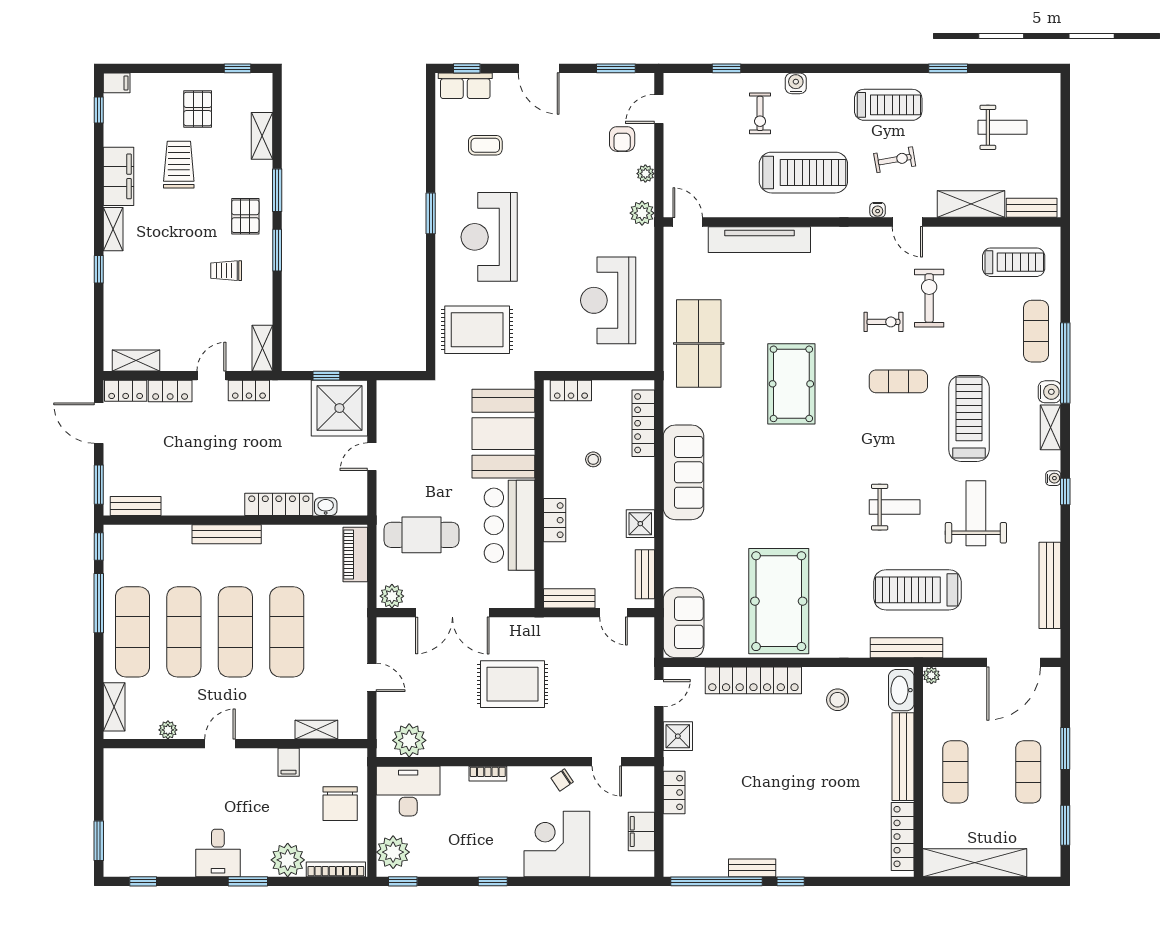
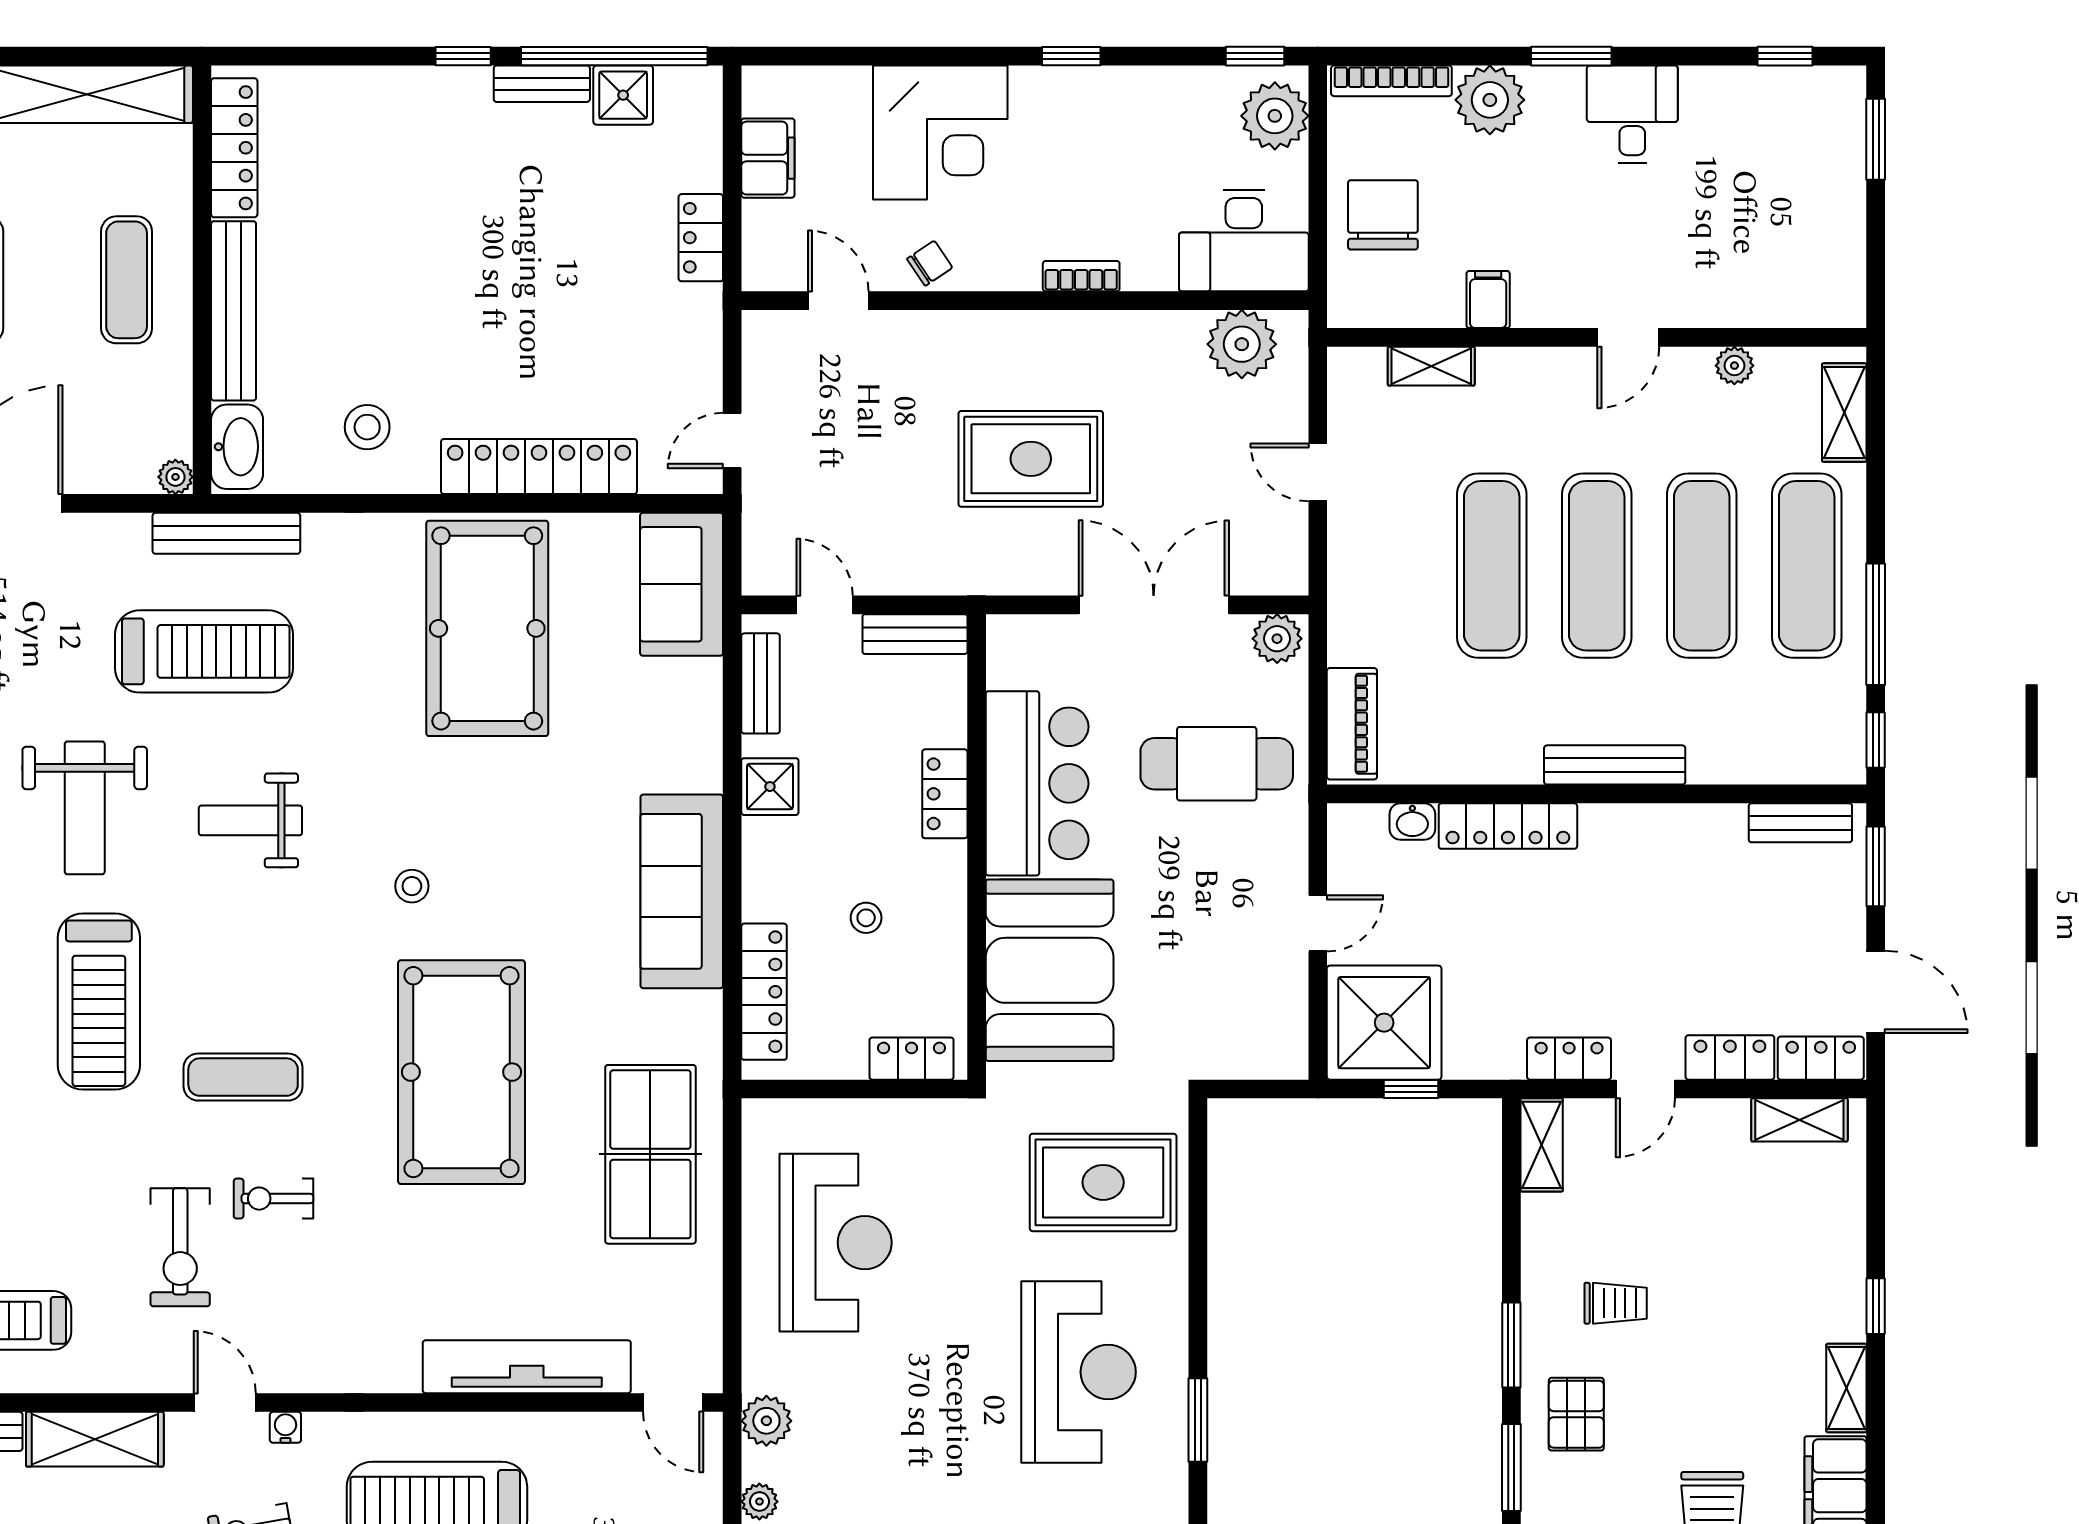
pool table: (791, 384) -> (461, 1072), width x1.36, depth x1.32
stool: (816, 475) -> (412, 886), added
shower: (678, 736) -> (623, 95), moved

